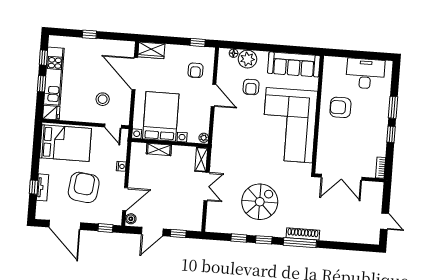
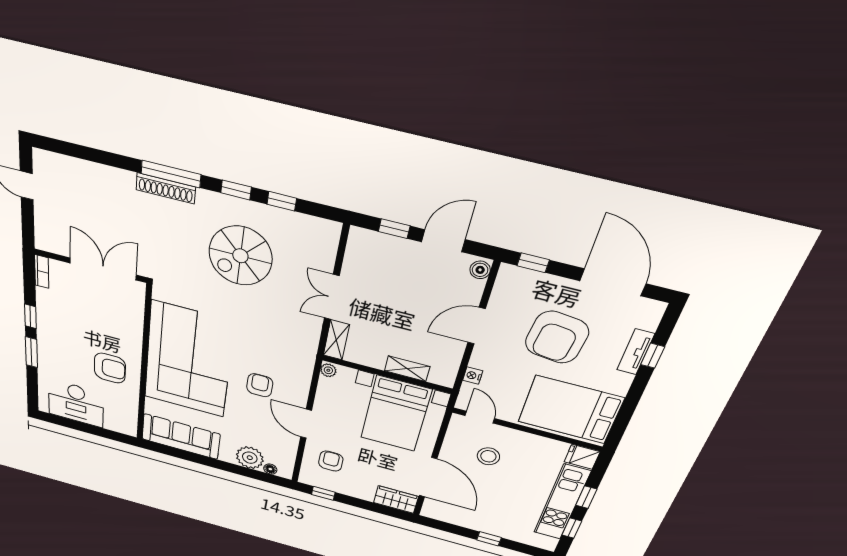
armchair: (251, 87) -> (260, 385), moved
nightstand: (121, 166) -> (473, 376), moved
door: (125, 199) -> (476, 326), moved

